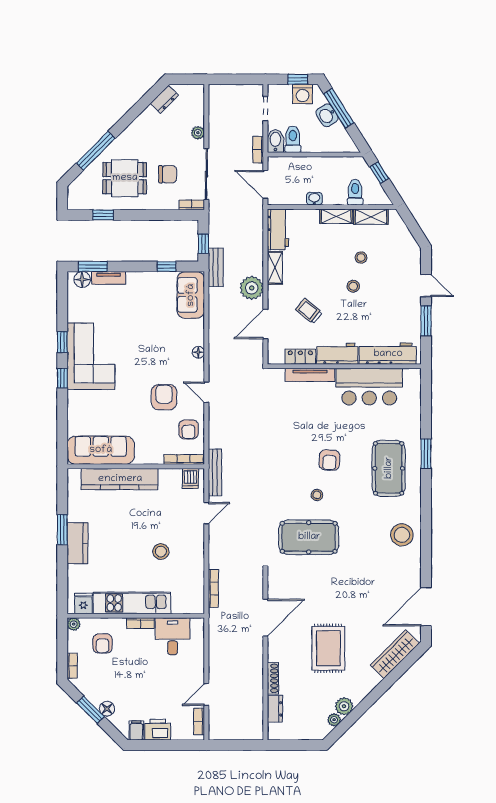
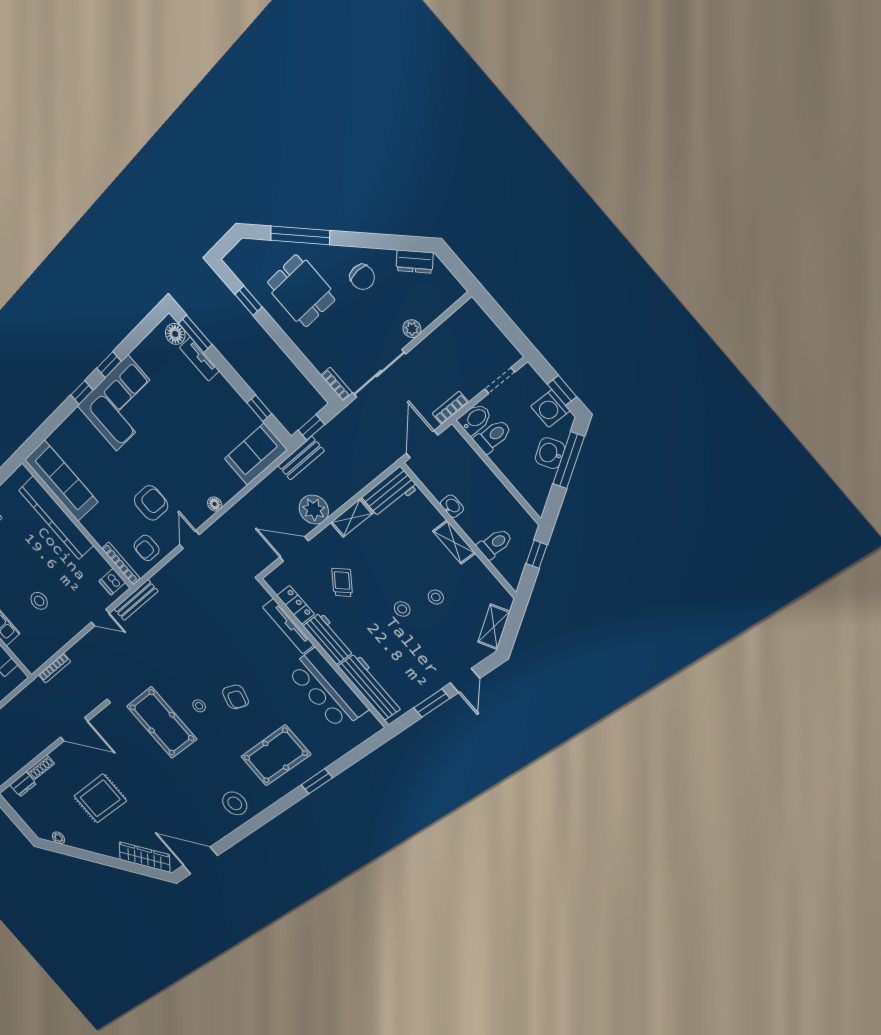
chair: (168, 174) -> (362, 277), moved
shelving: (371, 217) -> (494, 627), moved, turned 58
armchair: (329, 460) -> (236, 697), turned -75
plant: (344, 706) -> (74, 840), removed

